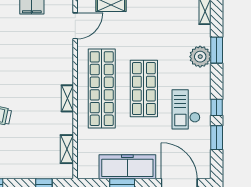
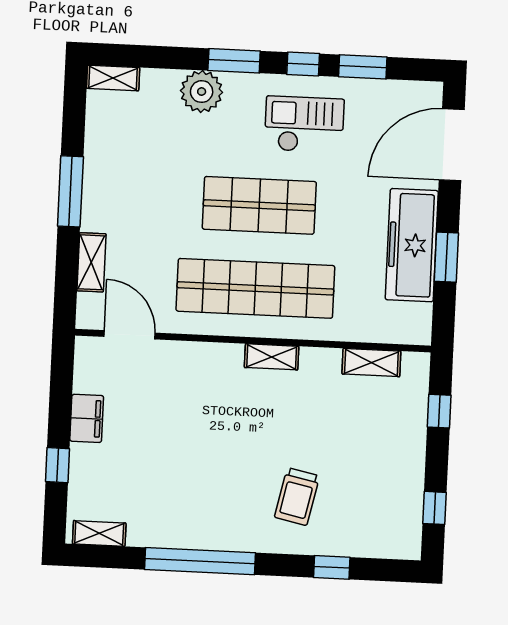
window: (217, 50) -> (234, 61), moved
checkout: (186, 109) -> (304, 124), turned 180

